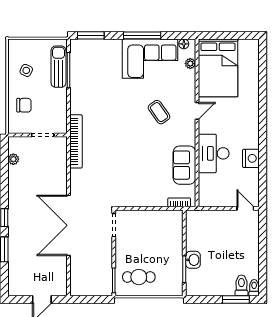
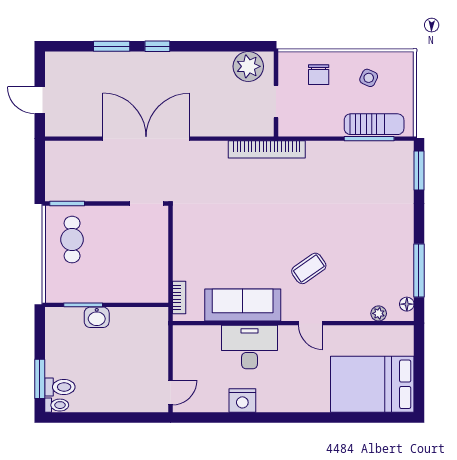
window: (142, 35) -> (419, 271), moved
corner sofa: (150, 59) -> (386, 256), removed
bed: (218, 68) -> (372, 384), moved
plant: (13, 159) -> (248, 66), width x1.88, depth x1.88
sofa: (184, 165) -> (243, 305), width x1.36

